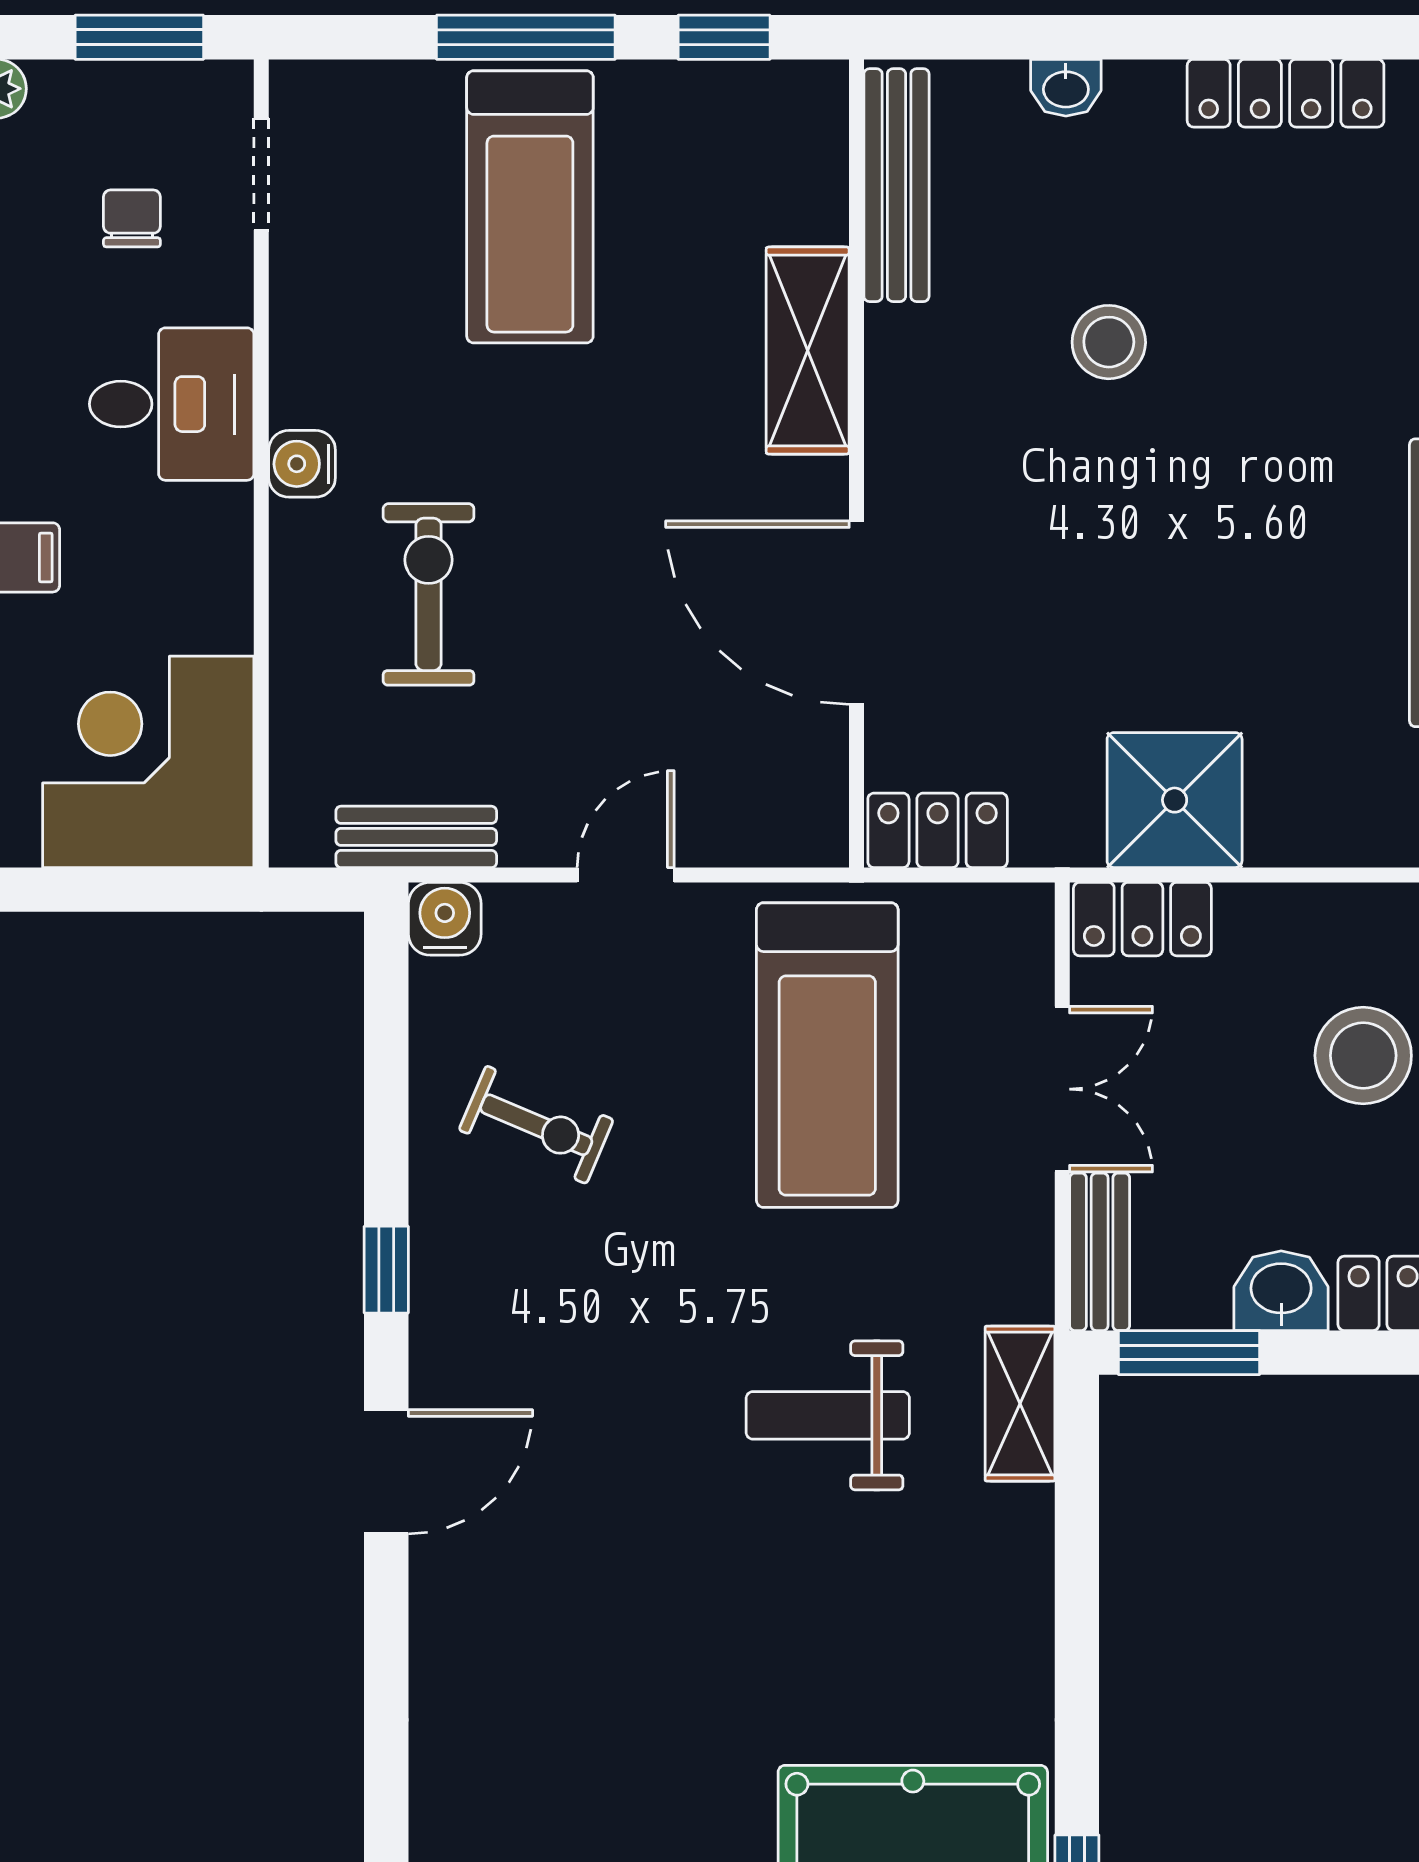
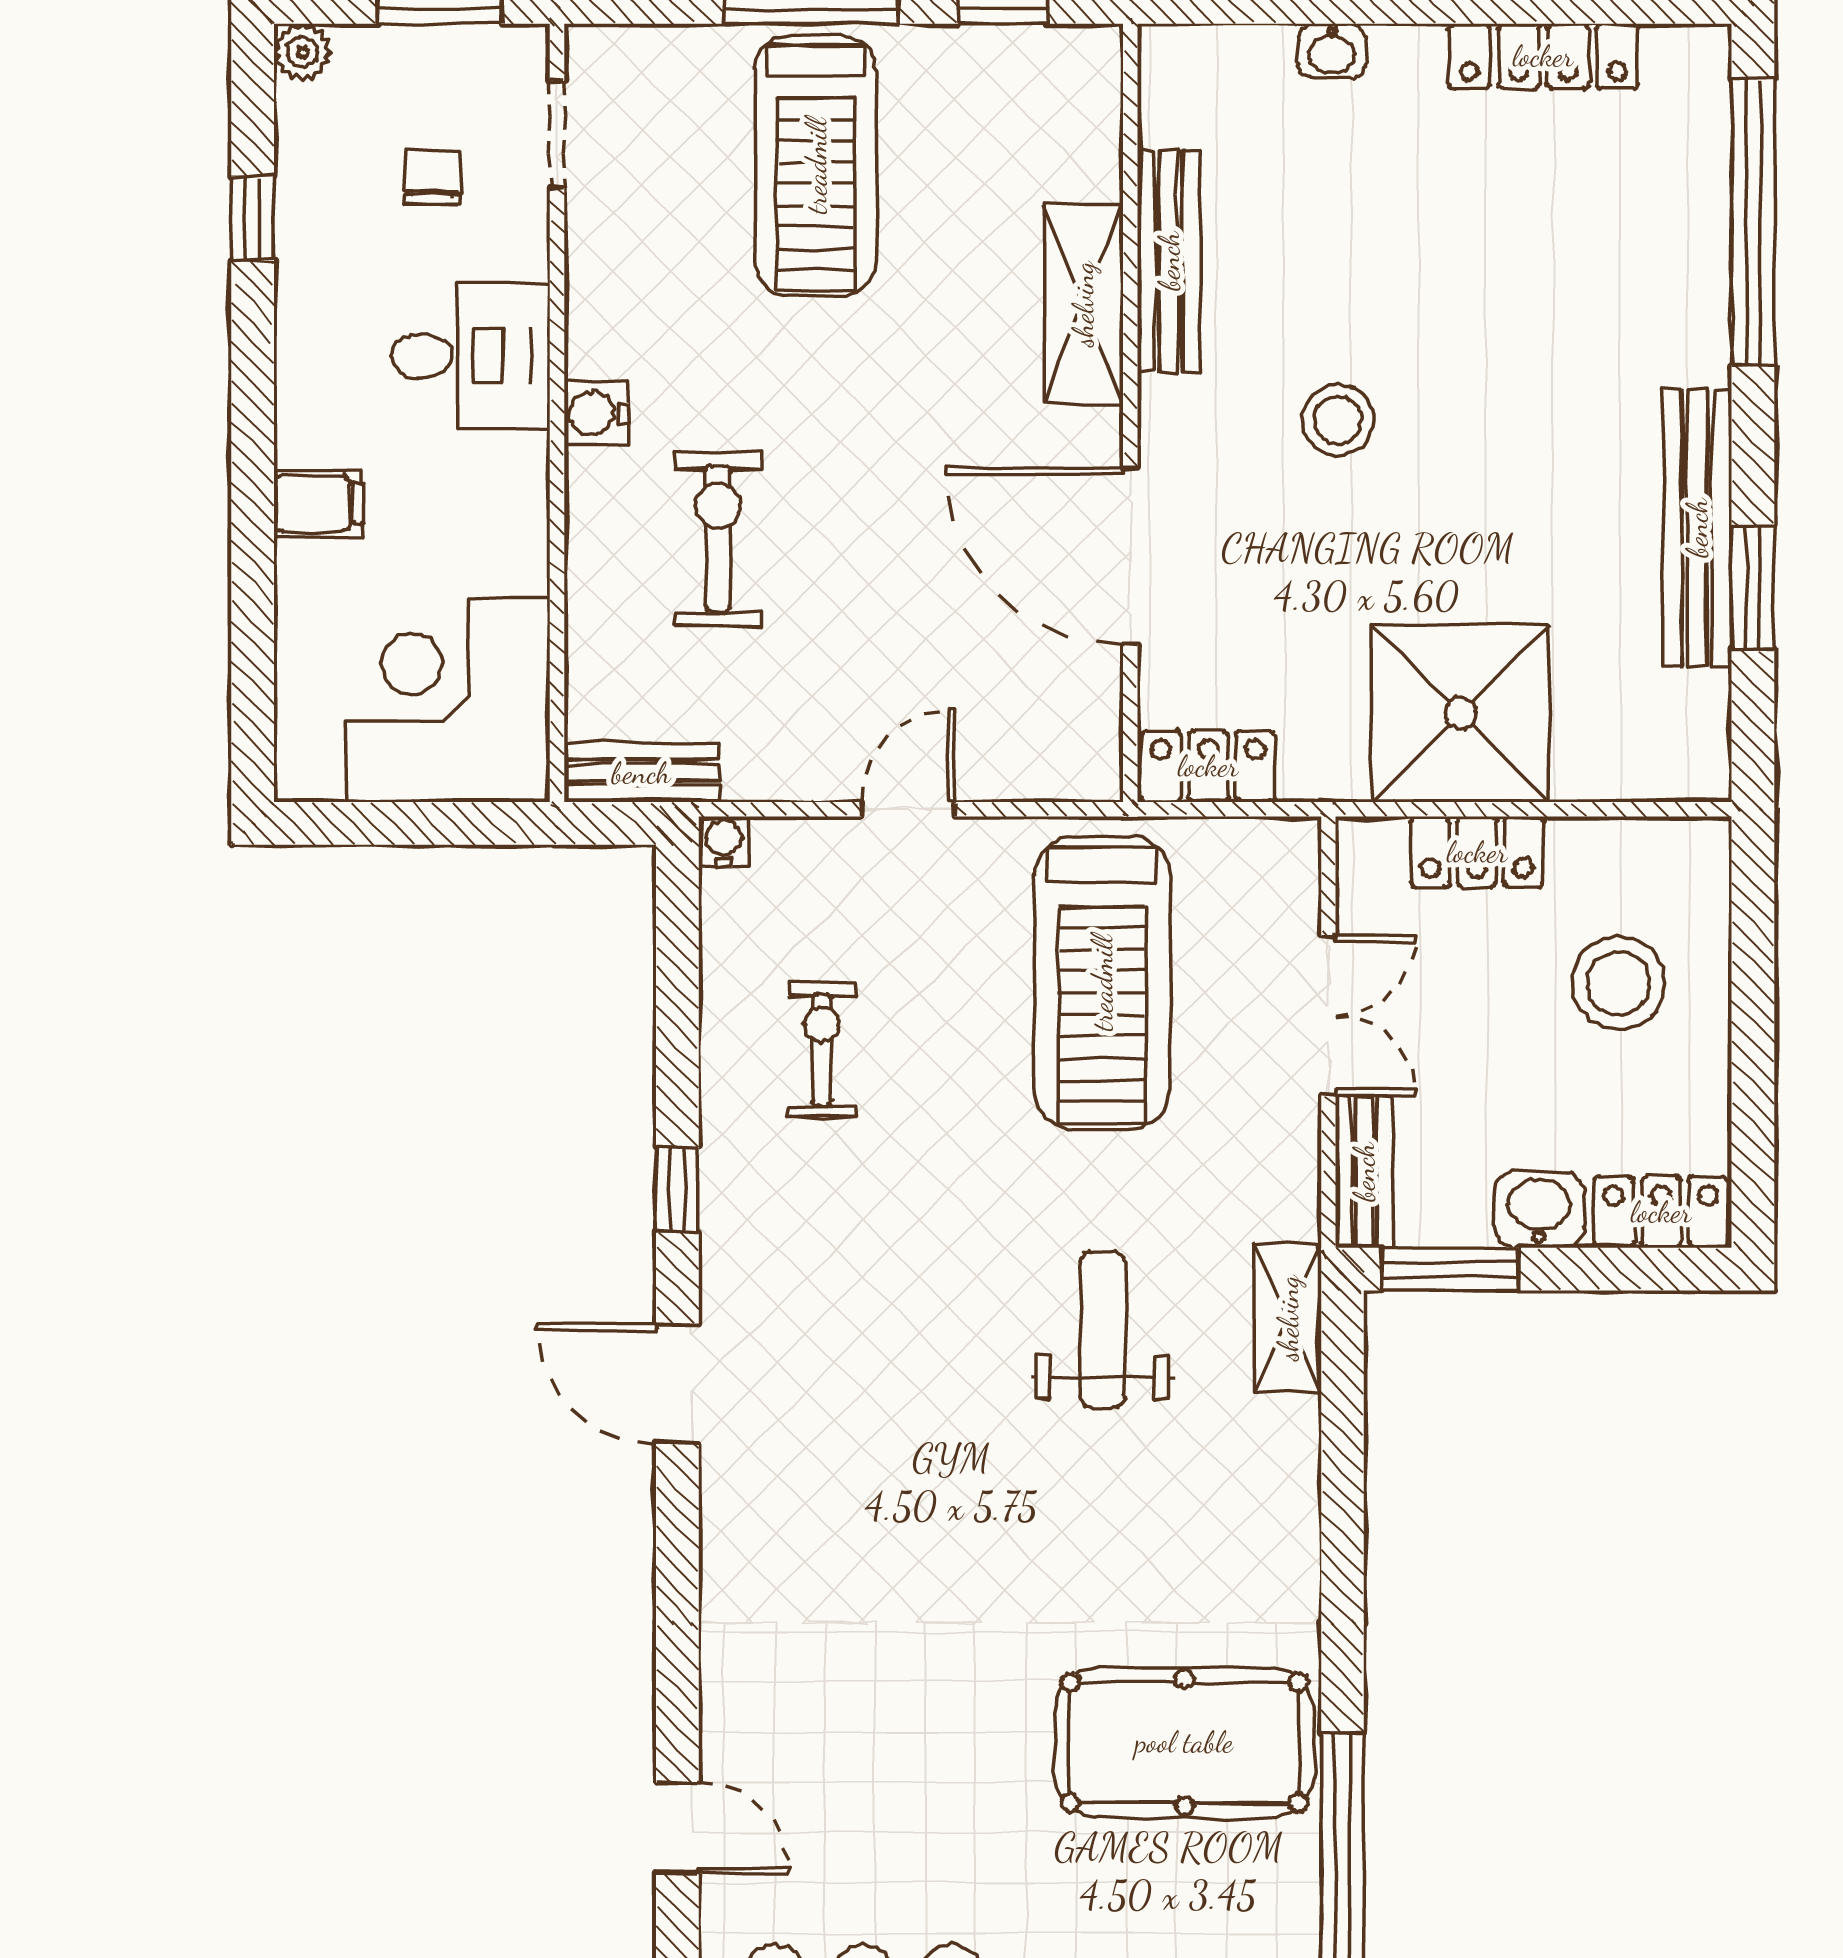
bench: (896, 185) -> (1169, 261), moved
stool: (1109, 342) -> (1338, 420), moved
shower: (1175, 800) -> (1460, 713), width x1.37, depth x1.37
bench: (416, 837) -> (641, 773), moved
water cooler: (445, 919) -> (724, 842), width x0.72, depth x0.72
locker: (1142, 919) -> (1477, 852), moved
exercise bike: (536, 1125) -> (822, 1050), turned -113
weight bench: (828, 1415) -> (1103, 1330), turned 90
door: (386, 1472) -> (677, 1384), swing flipped

